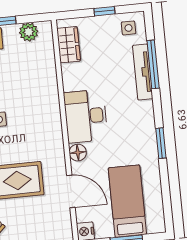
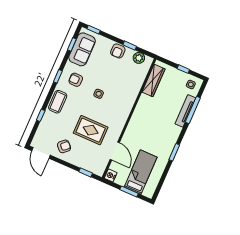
wardrobe: (69, 45) -> (154, 81), width x1.50
desk: (86, 116) -> (144, 117), removed
floor lamp: (78, 153) -> (129, 133), removed

